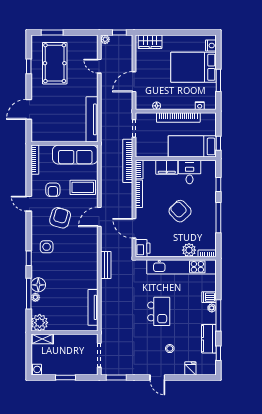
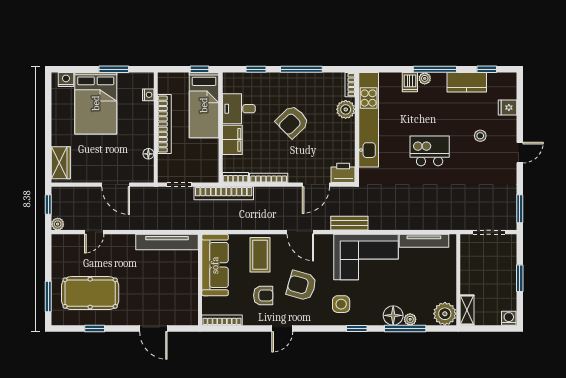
corner sofa: (81, 265) -> (366, 257), added
bench: (106, 265) -> (349, 223), moved

